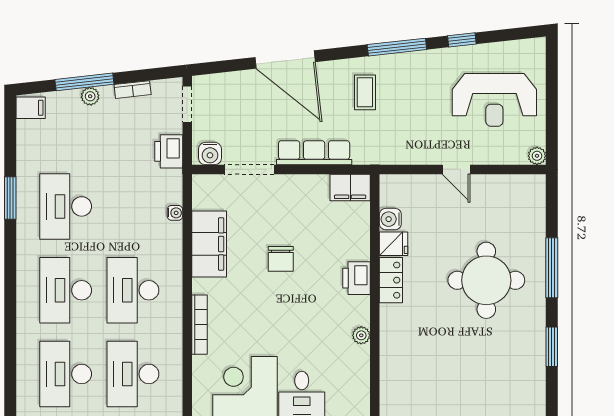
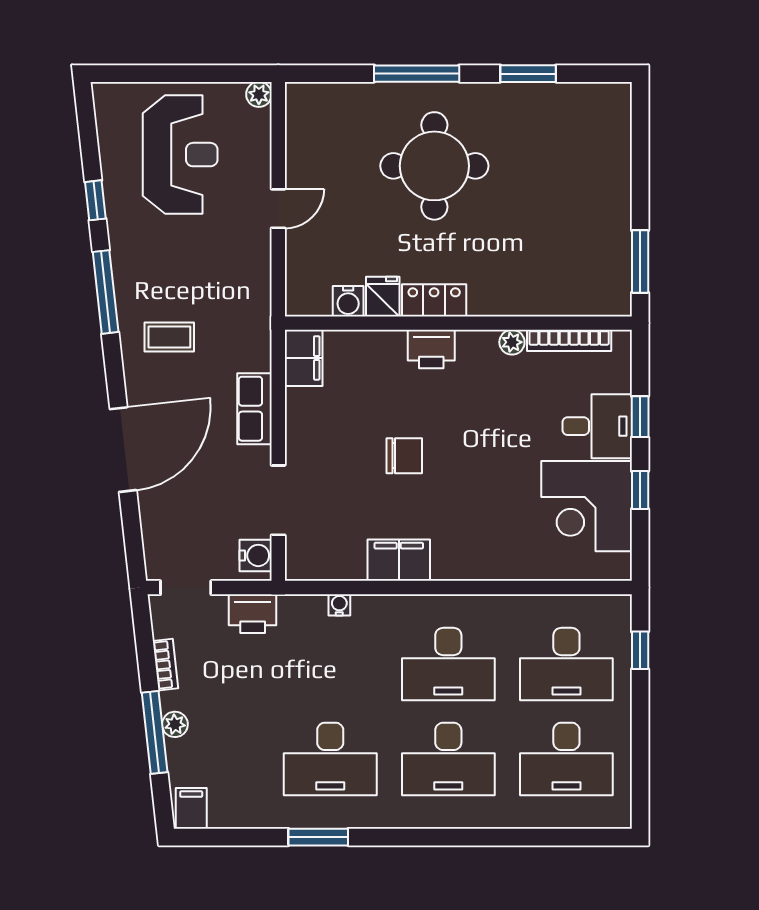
row of seats: (314, 153) -> (254, 409), width x0.68
filing cabinet: (209, 244) -> (399, 560), width x0.67, depth x0.86
bookcase: (200, 325) -> (569, 340), moved, turned 180

